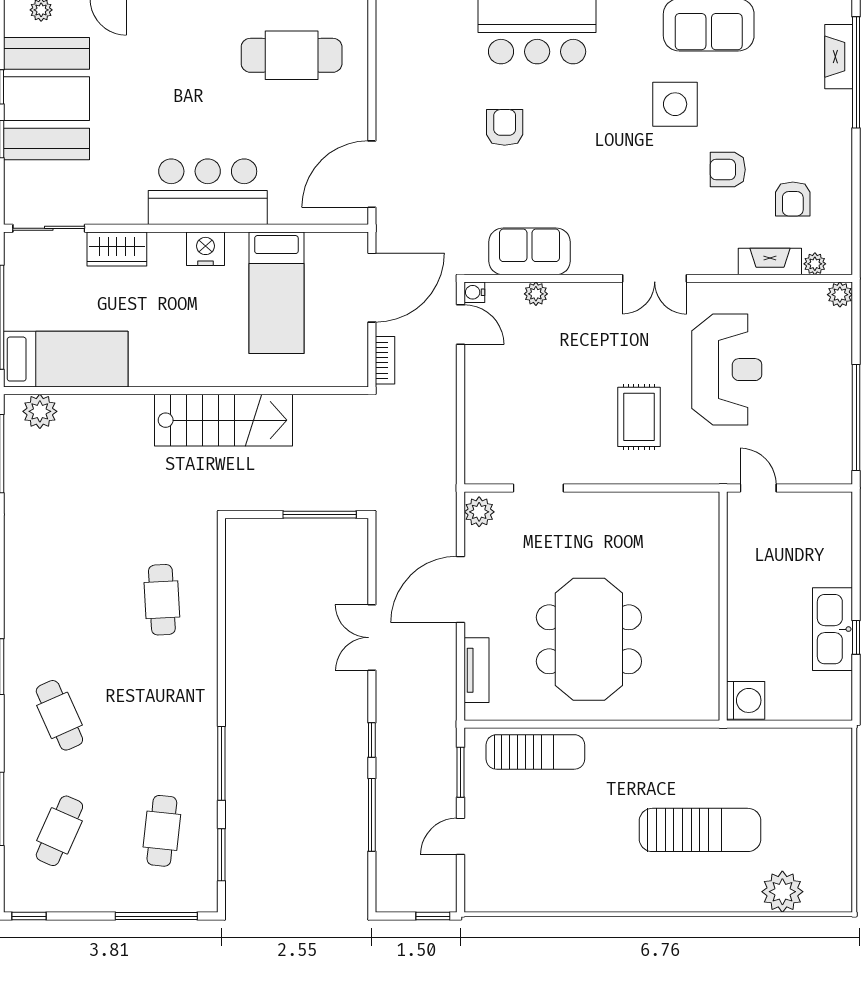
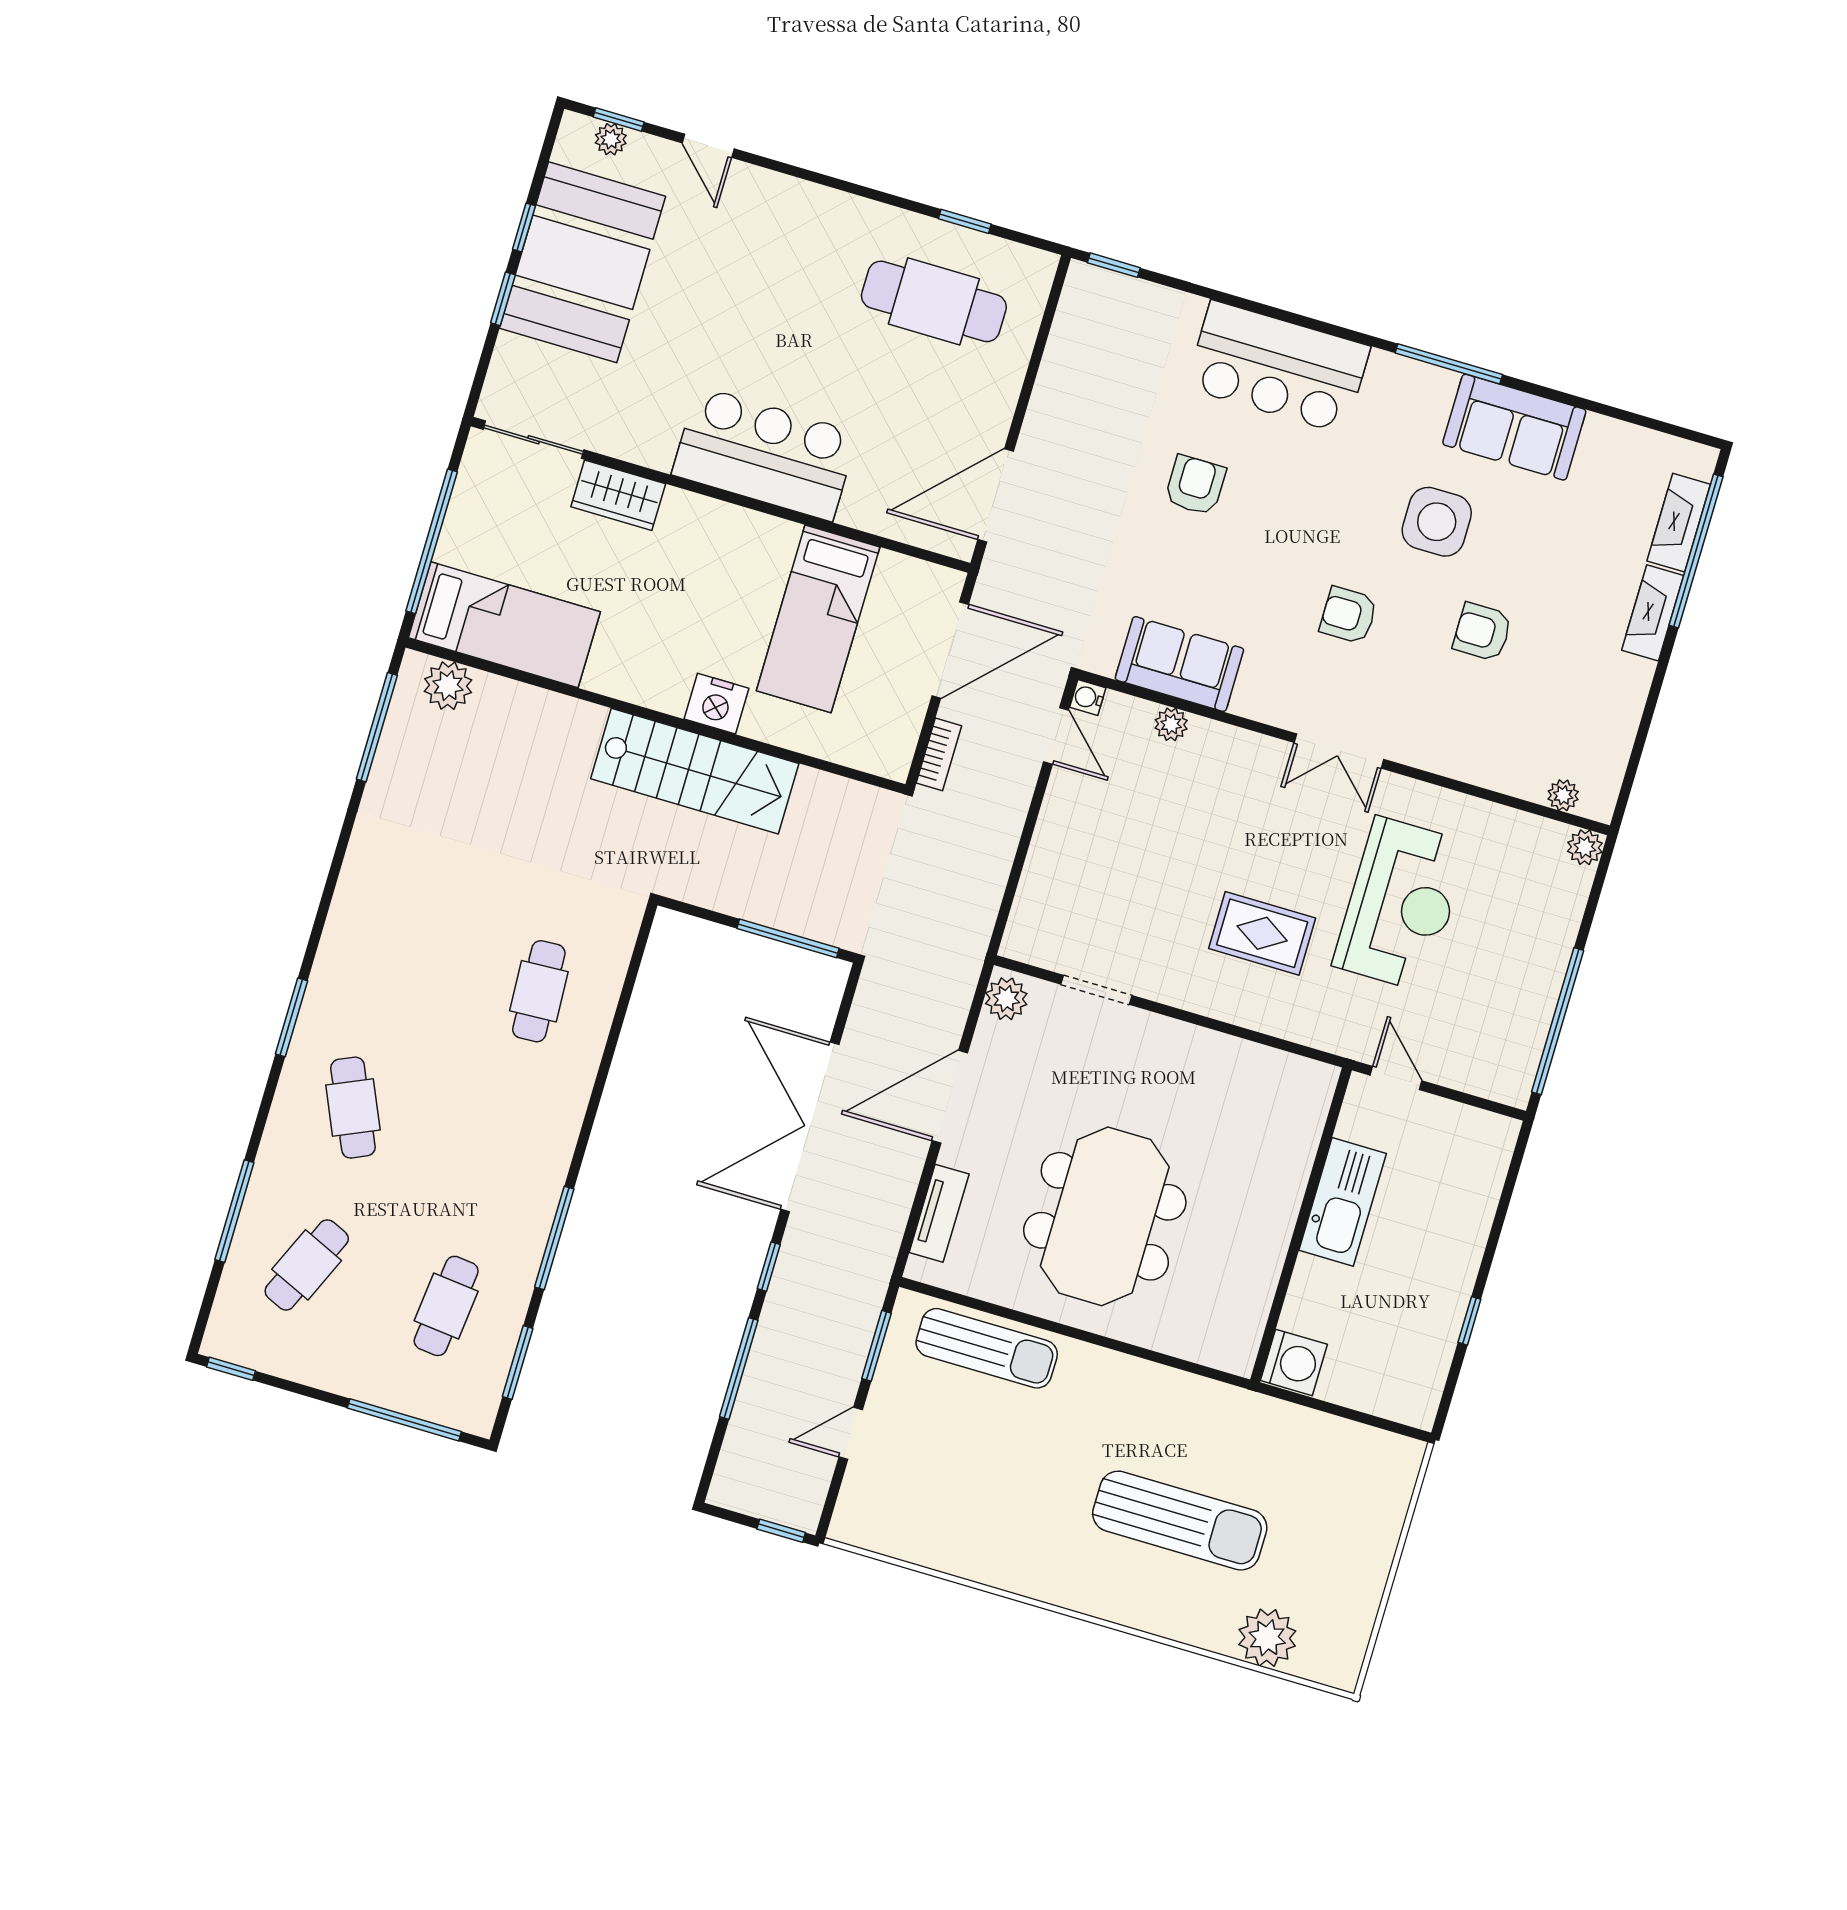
armchair: (793, 199) -> (1348, 615), moved, turned 90
nightstand: (205, 249) -> (717, 704), moved, turned 180
fireplace: (770, 261) -> (1653, 613), moved, turned -90
rug: (639, 417) -> (1262, 933), turned 90
kitchen sink: (833, 629) -> (1343, 1202), moved, turned 180
double door: (372, 638) -> (810, 1127), width x1.87

